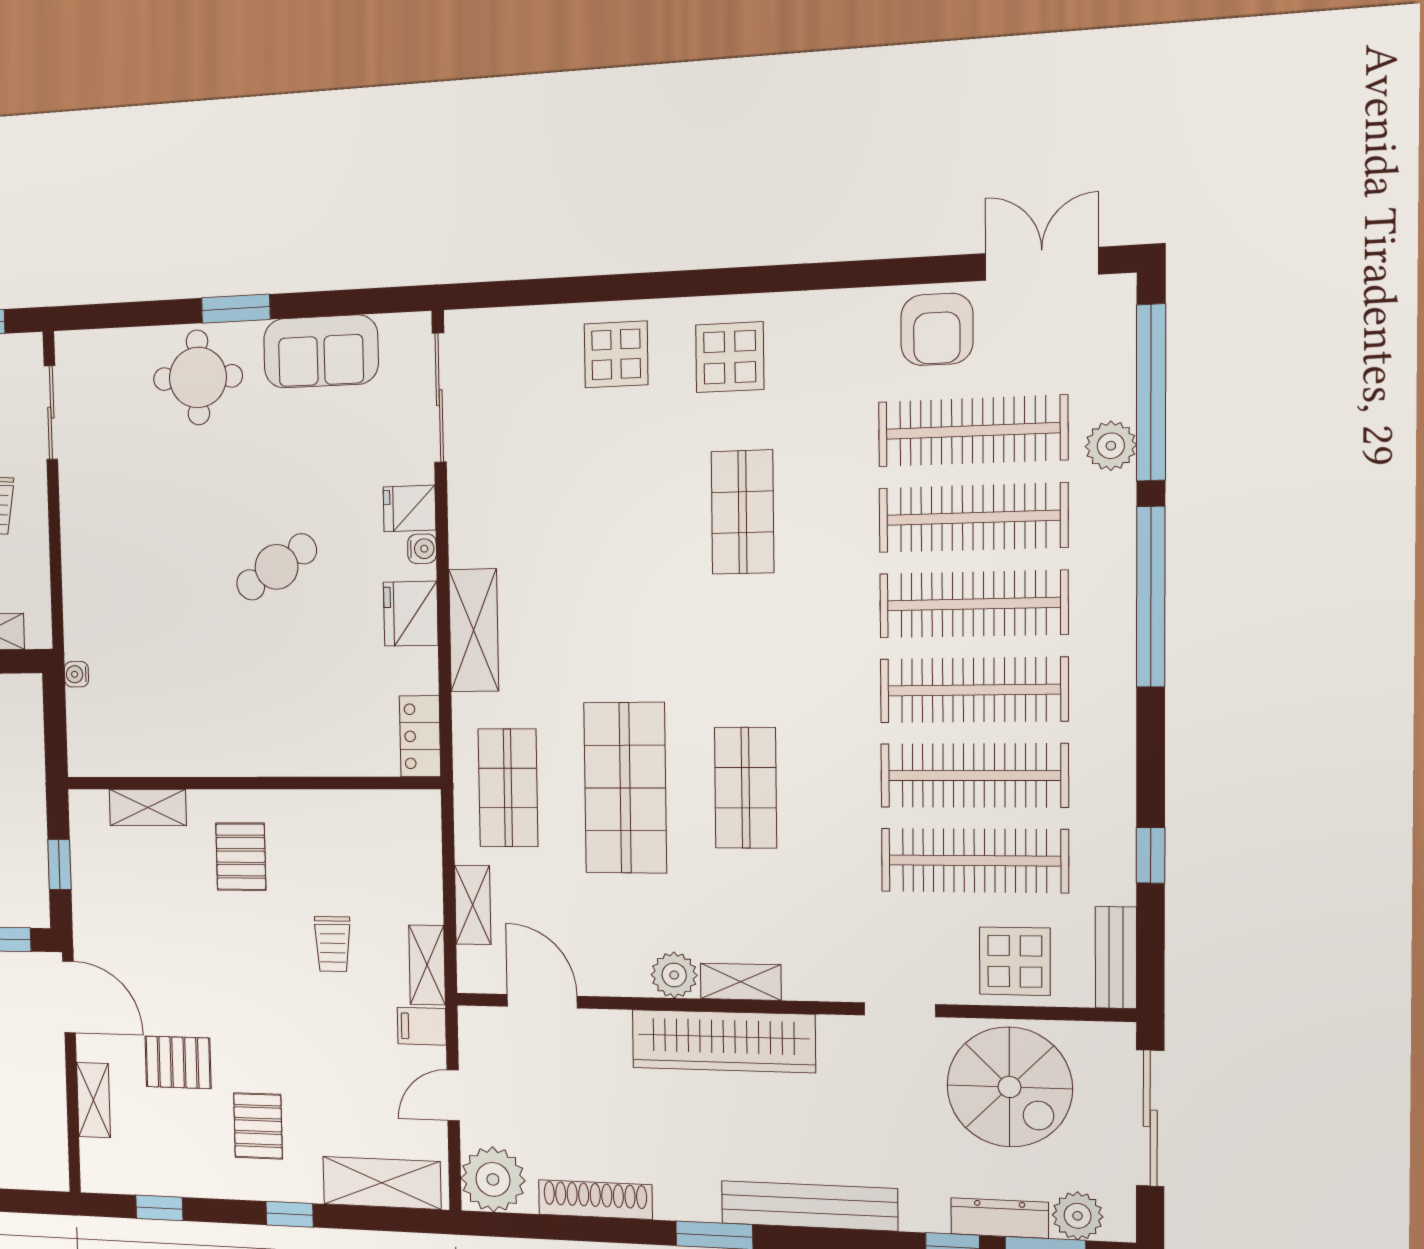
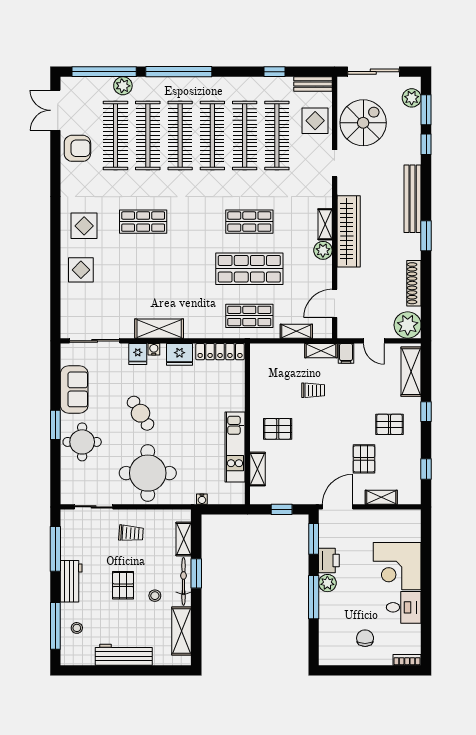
round table: (131, 542) -> (148, 473), added
cafe table: (277, 567) -> (140, 413), moved
shelving: (474, 630) -> (159, 329), moved
locker: (420, 736) -> (220, 352), width x1.53
kitchen unit: (196, 753) -> (235, 447), added
dresser: (1000, 1218) -> (414, 127), removed

